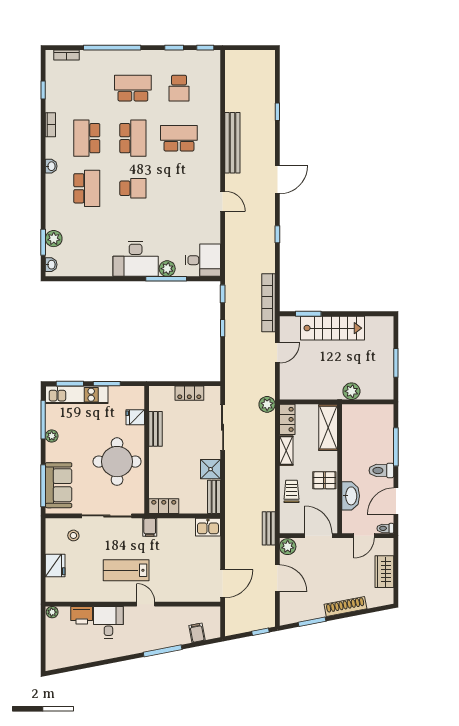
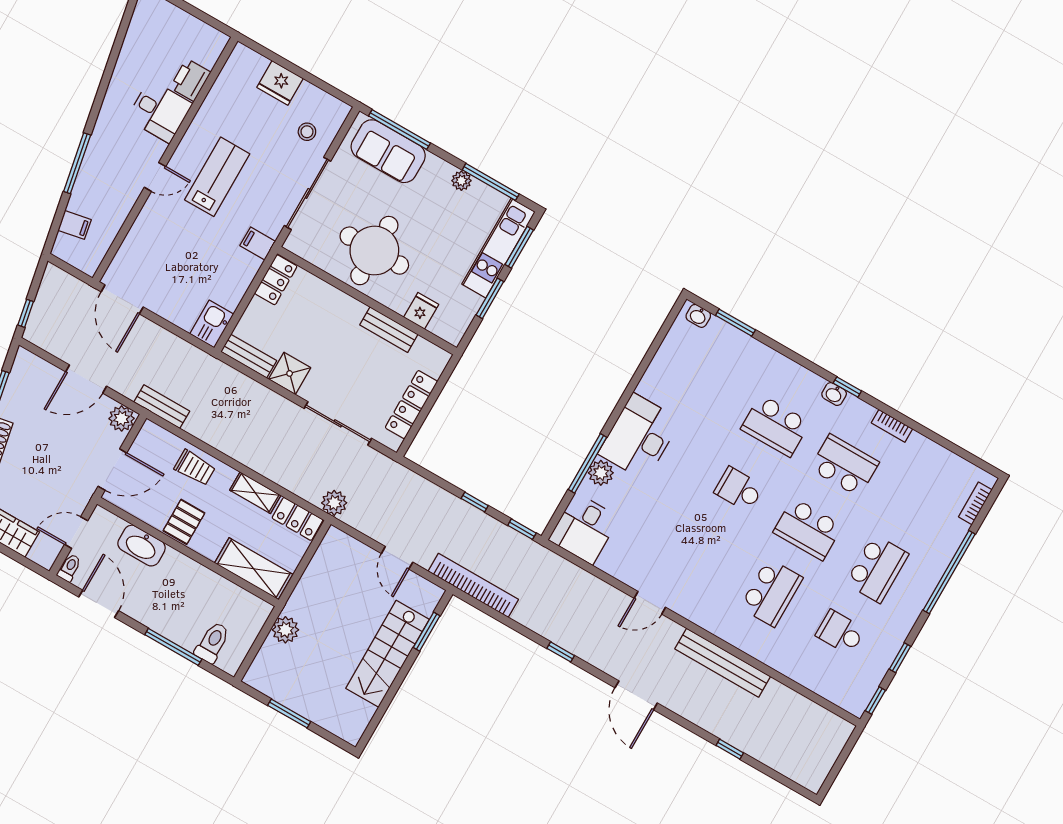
window: (43, 90) -> (847, 387), moved
school desk: (133, 188) -> (739, 489), turned 90
plant: (54, 239) -> (732, 340), removed
locker: (189, 393) -> (411, 405), width x1.53
toilet: (381, 470) -> (212, 643), moved
door: (364, 536) -> (76, 533), hinge flipped
plant: (52, 612) -> (218, 42), removed

